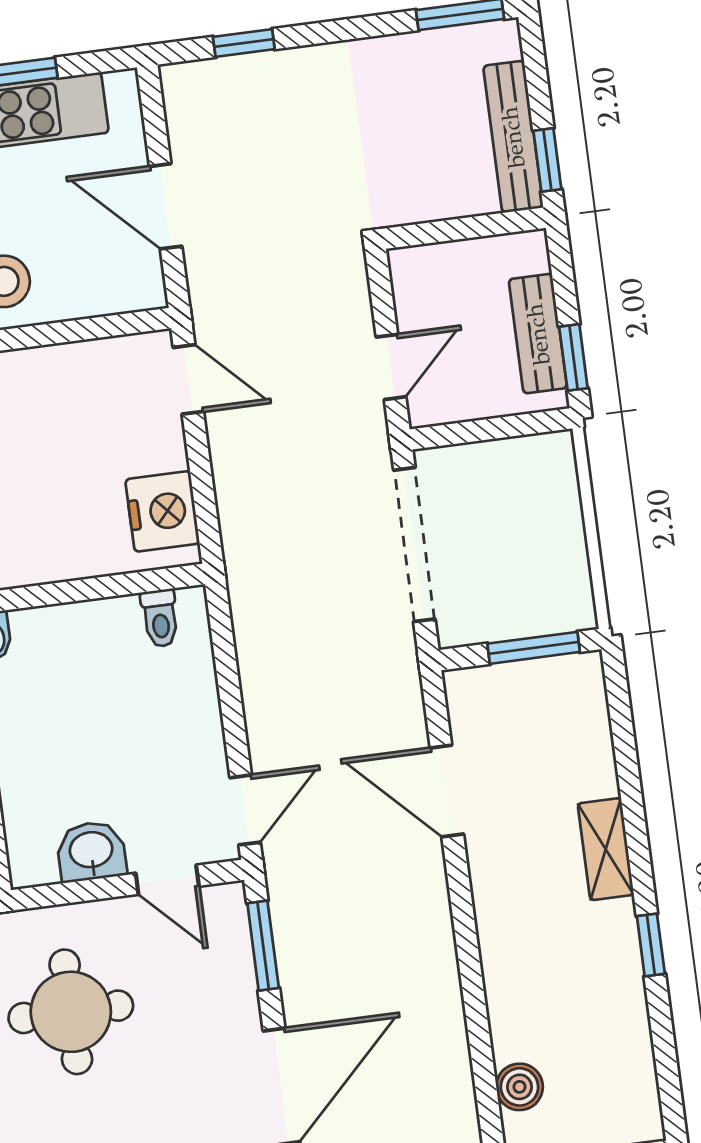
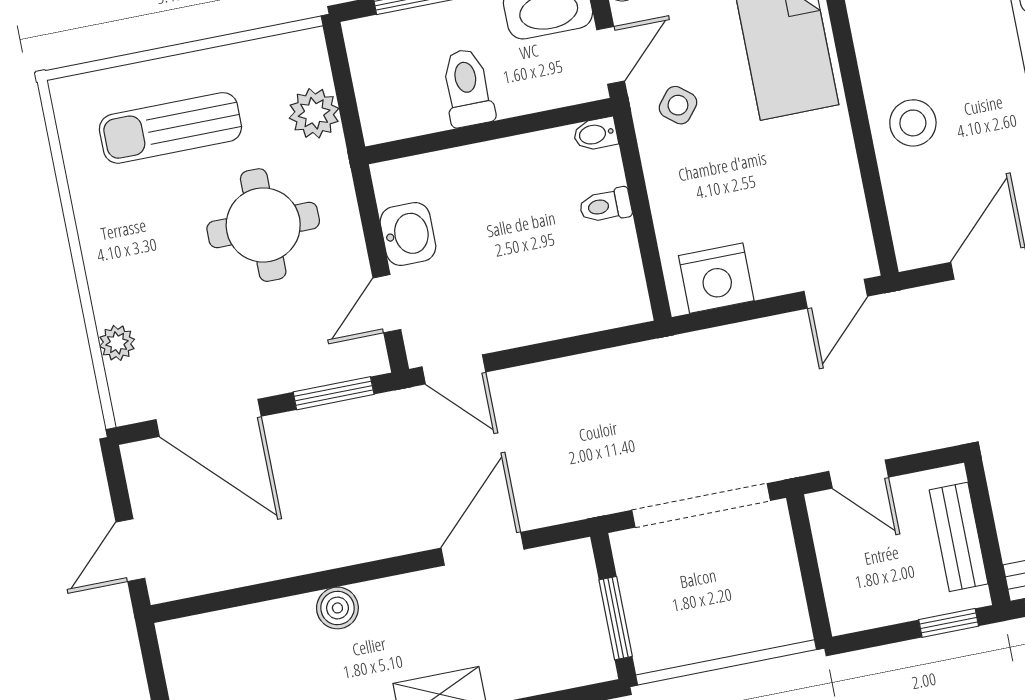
bench: (538, 334) -> (959, 537), moved, turned 90
window: (573, 357) -> (949, 623), moved
toilet: (160, 618) -> (605, 206), moved
boiler: (519, 1087) -> (337, 608), moved

